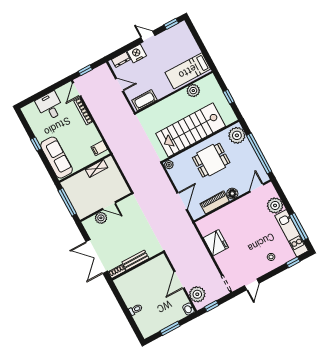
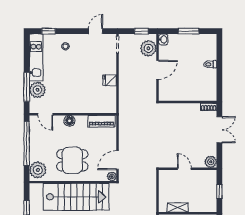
door: (257, 188) -> (45, 114), hinge flipped
door: (182, 201) -> (117, 160), moved
window: (67, 202) -> (219, 192), width x0.46
piano: (215, 202) -> (101, 121), moved
plant: (101, 218) -> (211, 162), moved
window: (299, 227) -> (27, 87), moved
fridge: (216, 243) -> (110, 80), width x0.53, depth x0.75
double door: (97, 256) -> (219, 130), width x0.73
bench: (135, 260) -> (187, 108), removed

